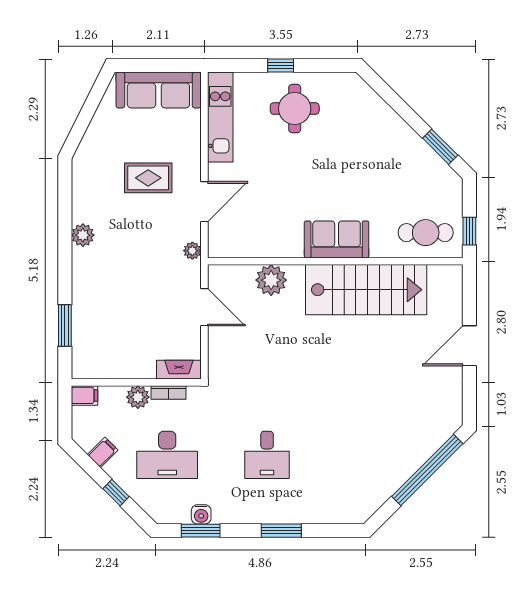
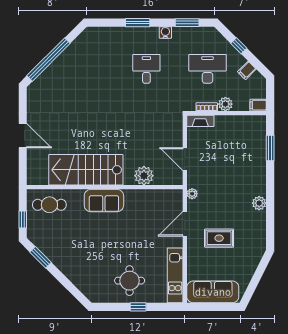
window: (469, 231) -> (23, 219), moved
door: (469, 346) -> (23, 136), hinge flipped
water cooler: (201, 514) -> (165, 32), moved

